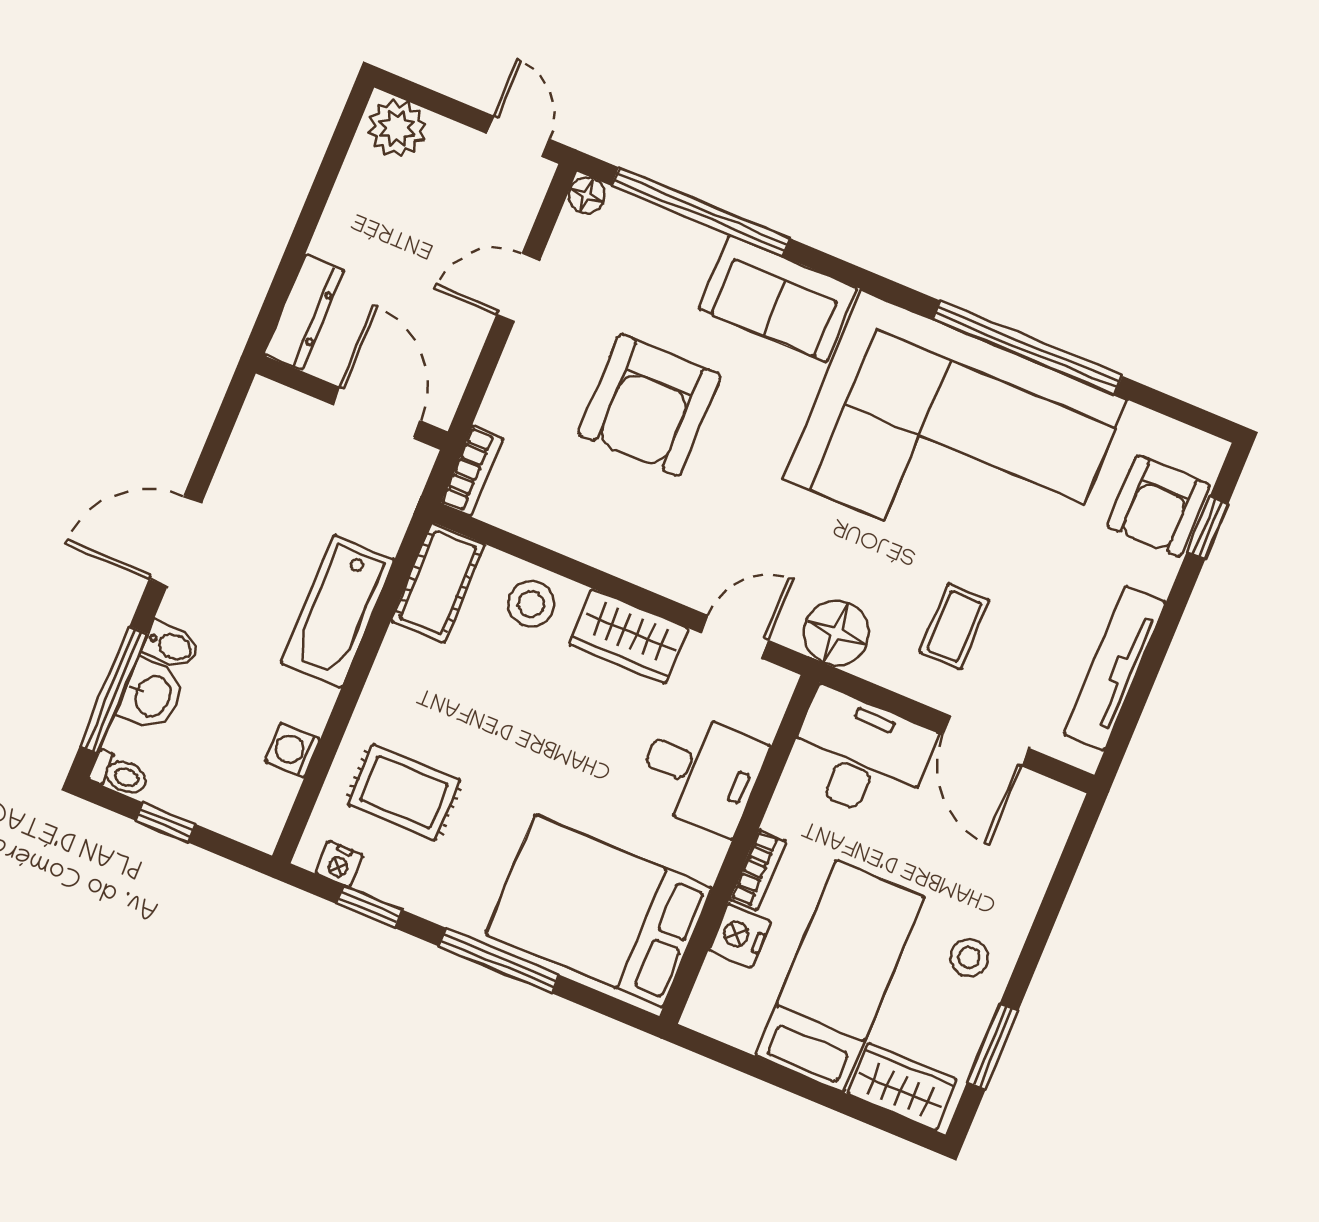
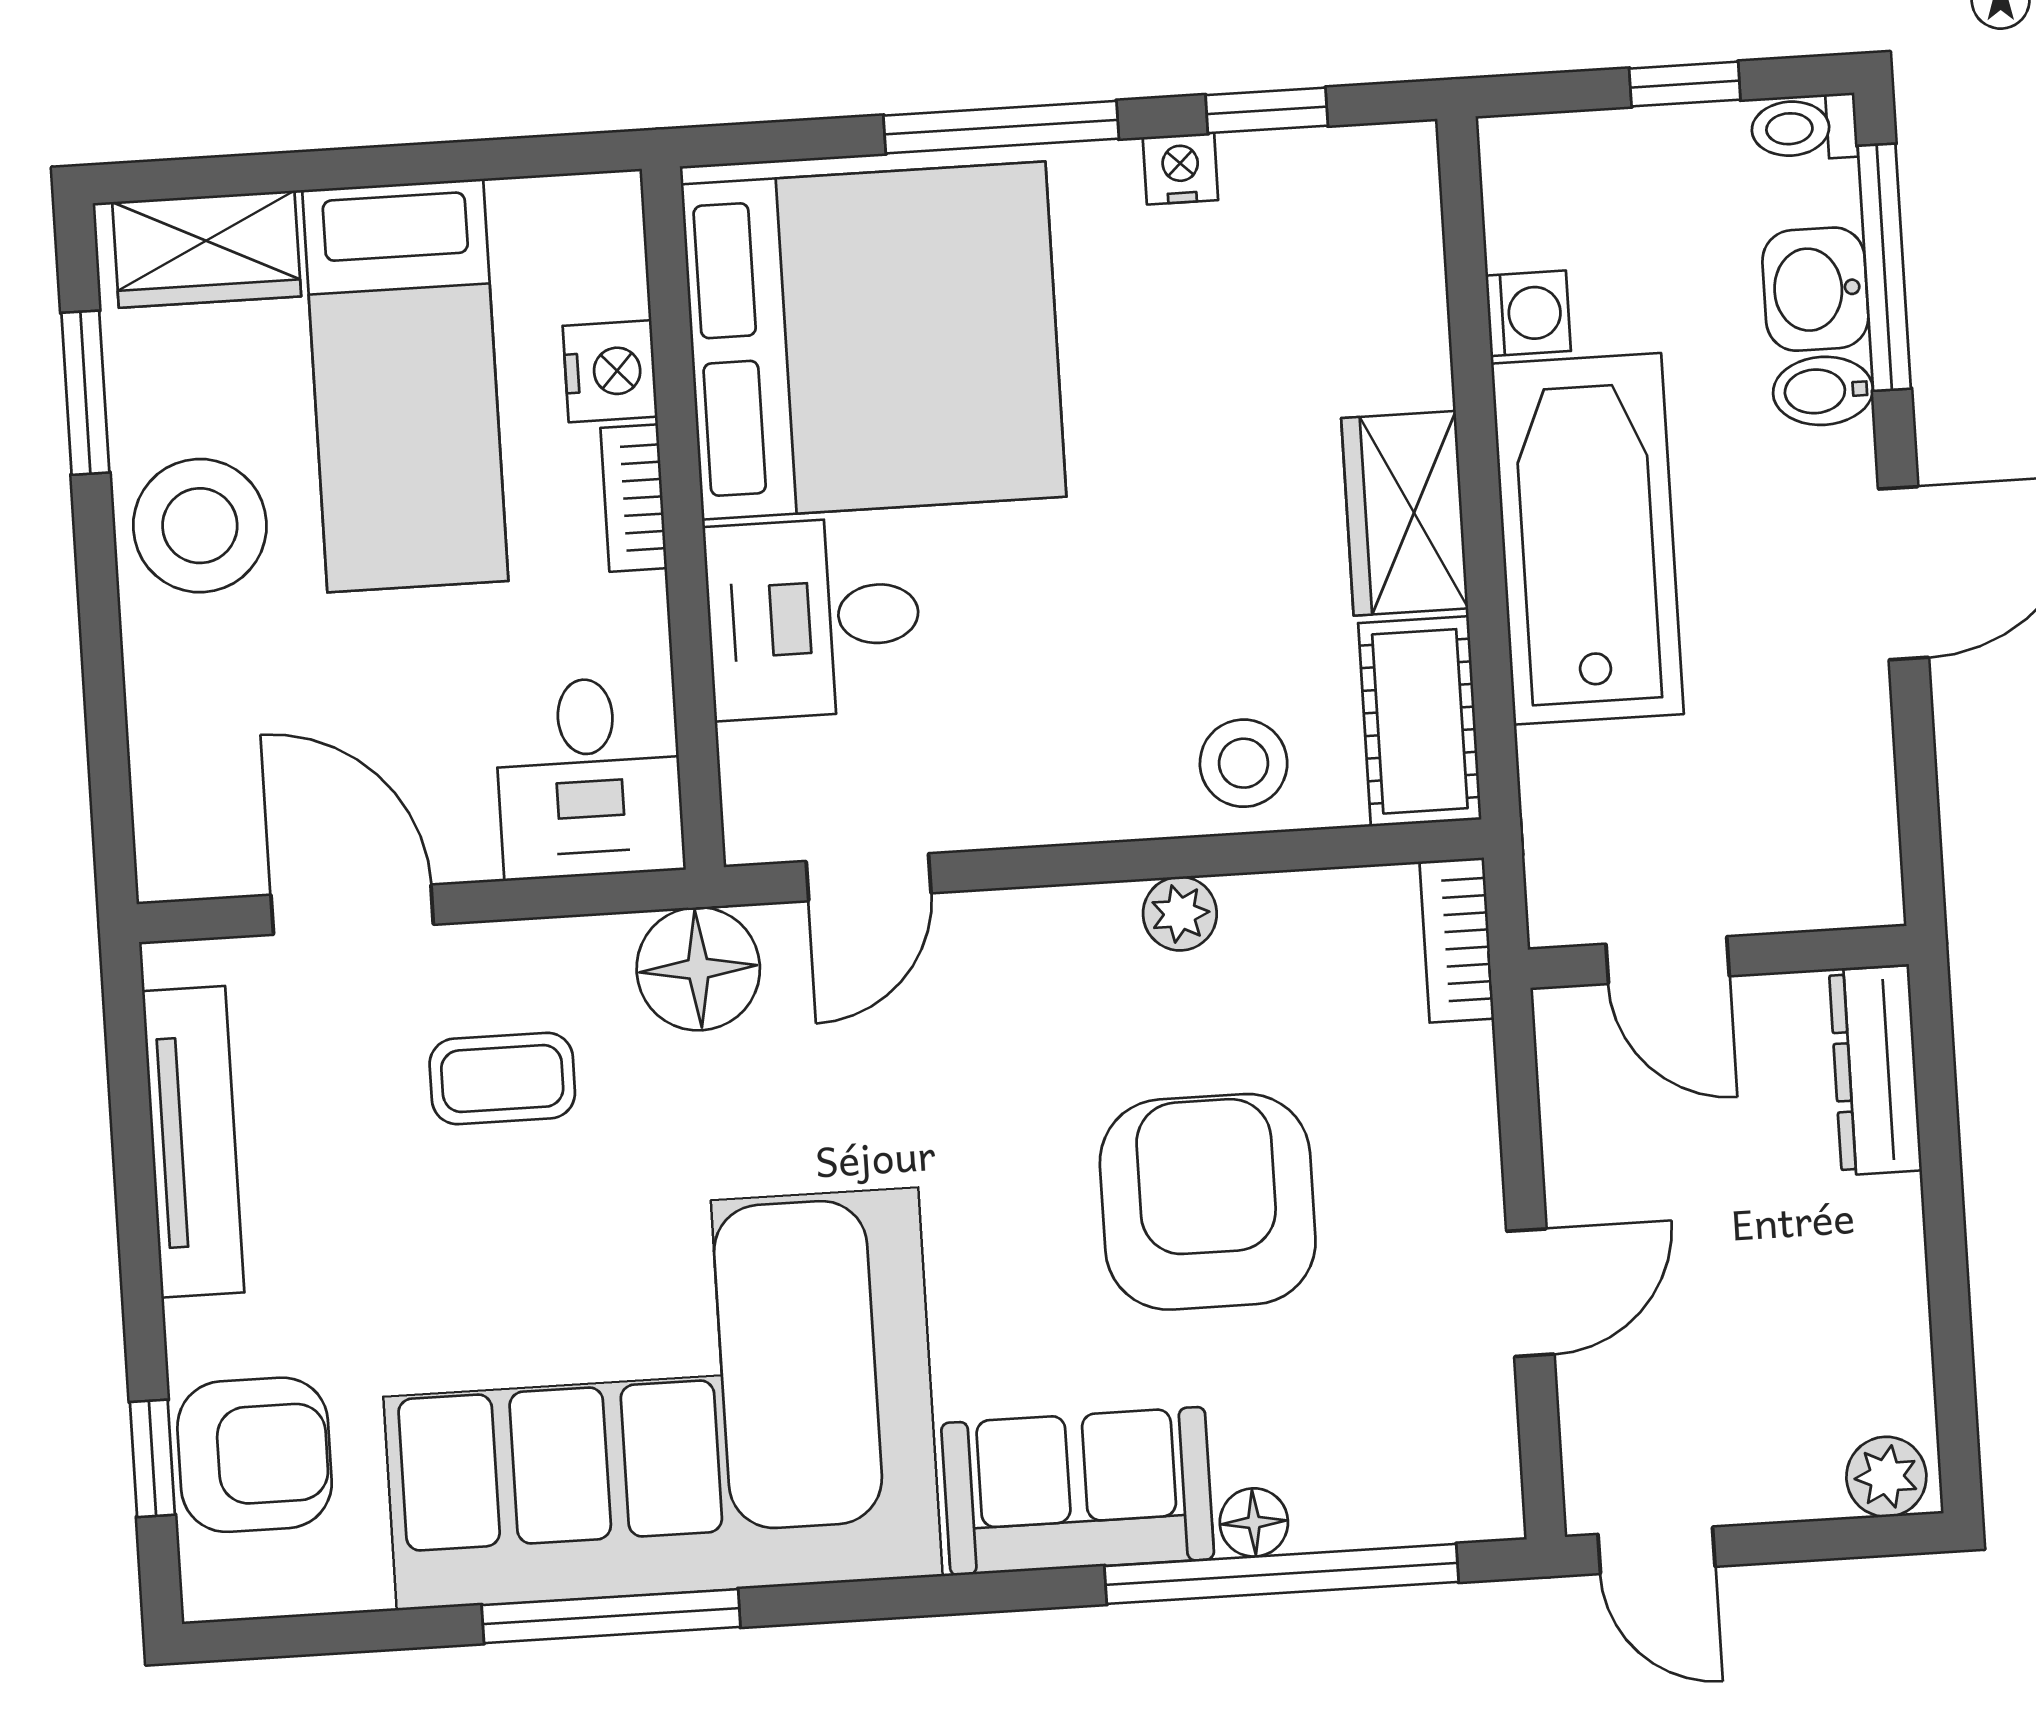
plant: (397, 128) -> (1886, 1477), width x0.73, depth x0.73
floor lamp: (587, 195) -> (1254, 1522), moved
window: (1027, 347) -> (611, 1616), width x0.68
door: (376, 413) -> (1668, 960), width x0.73
armchair: (1158, 506) -> (255, 1455), turned 90
plant: (596, 547) -> (1180, 914), added
bathtub: (338, 611) -> (1587, 539), width x1.36, depth x1.36
coffee table: (954, 626) -> (502, 1079), turned 90
wardrobe: (629, 636) -> (1405, 513), moved, turned -90
desk: (860, 755) -> (589, 777), width x0.73
rug: (404, 792) -> (1303, 335), removed
nightstand: (339, 864) -> (1180, 169), moved
bed: (599, 911) -> (874, 340), width x1.36
stool: (969, 958) -> (200, 526), width x1.89, depth x1.89

